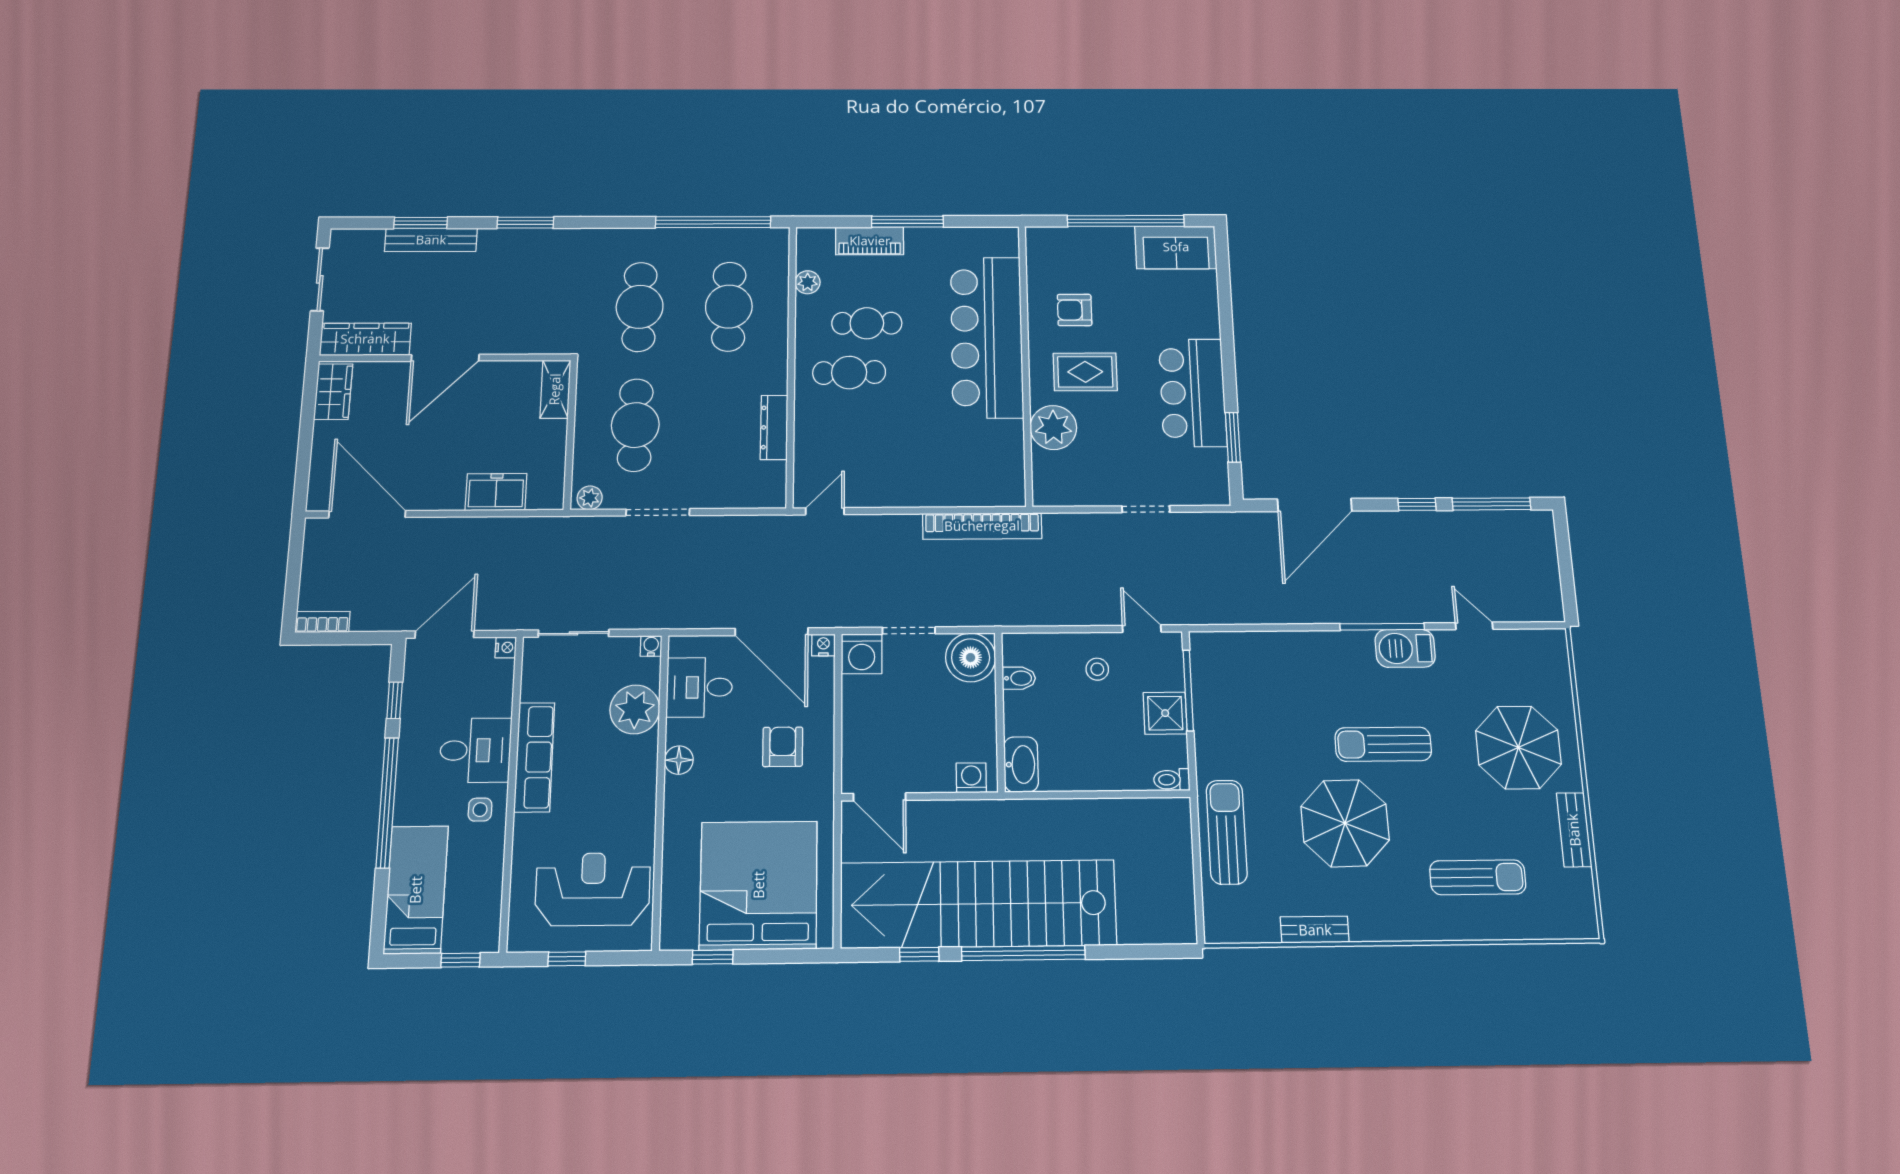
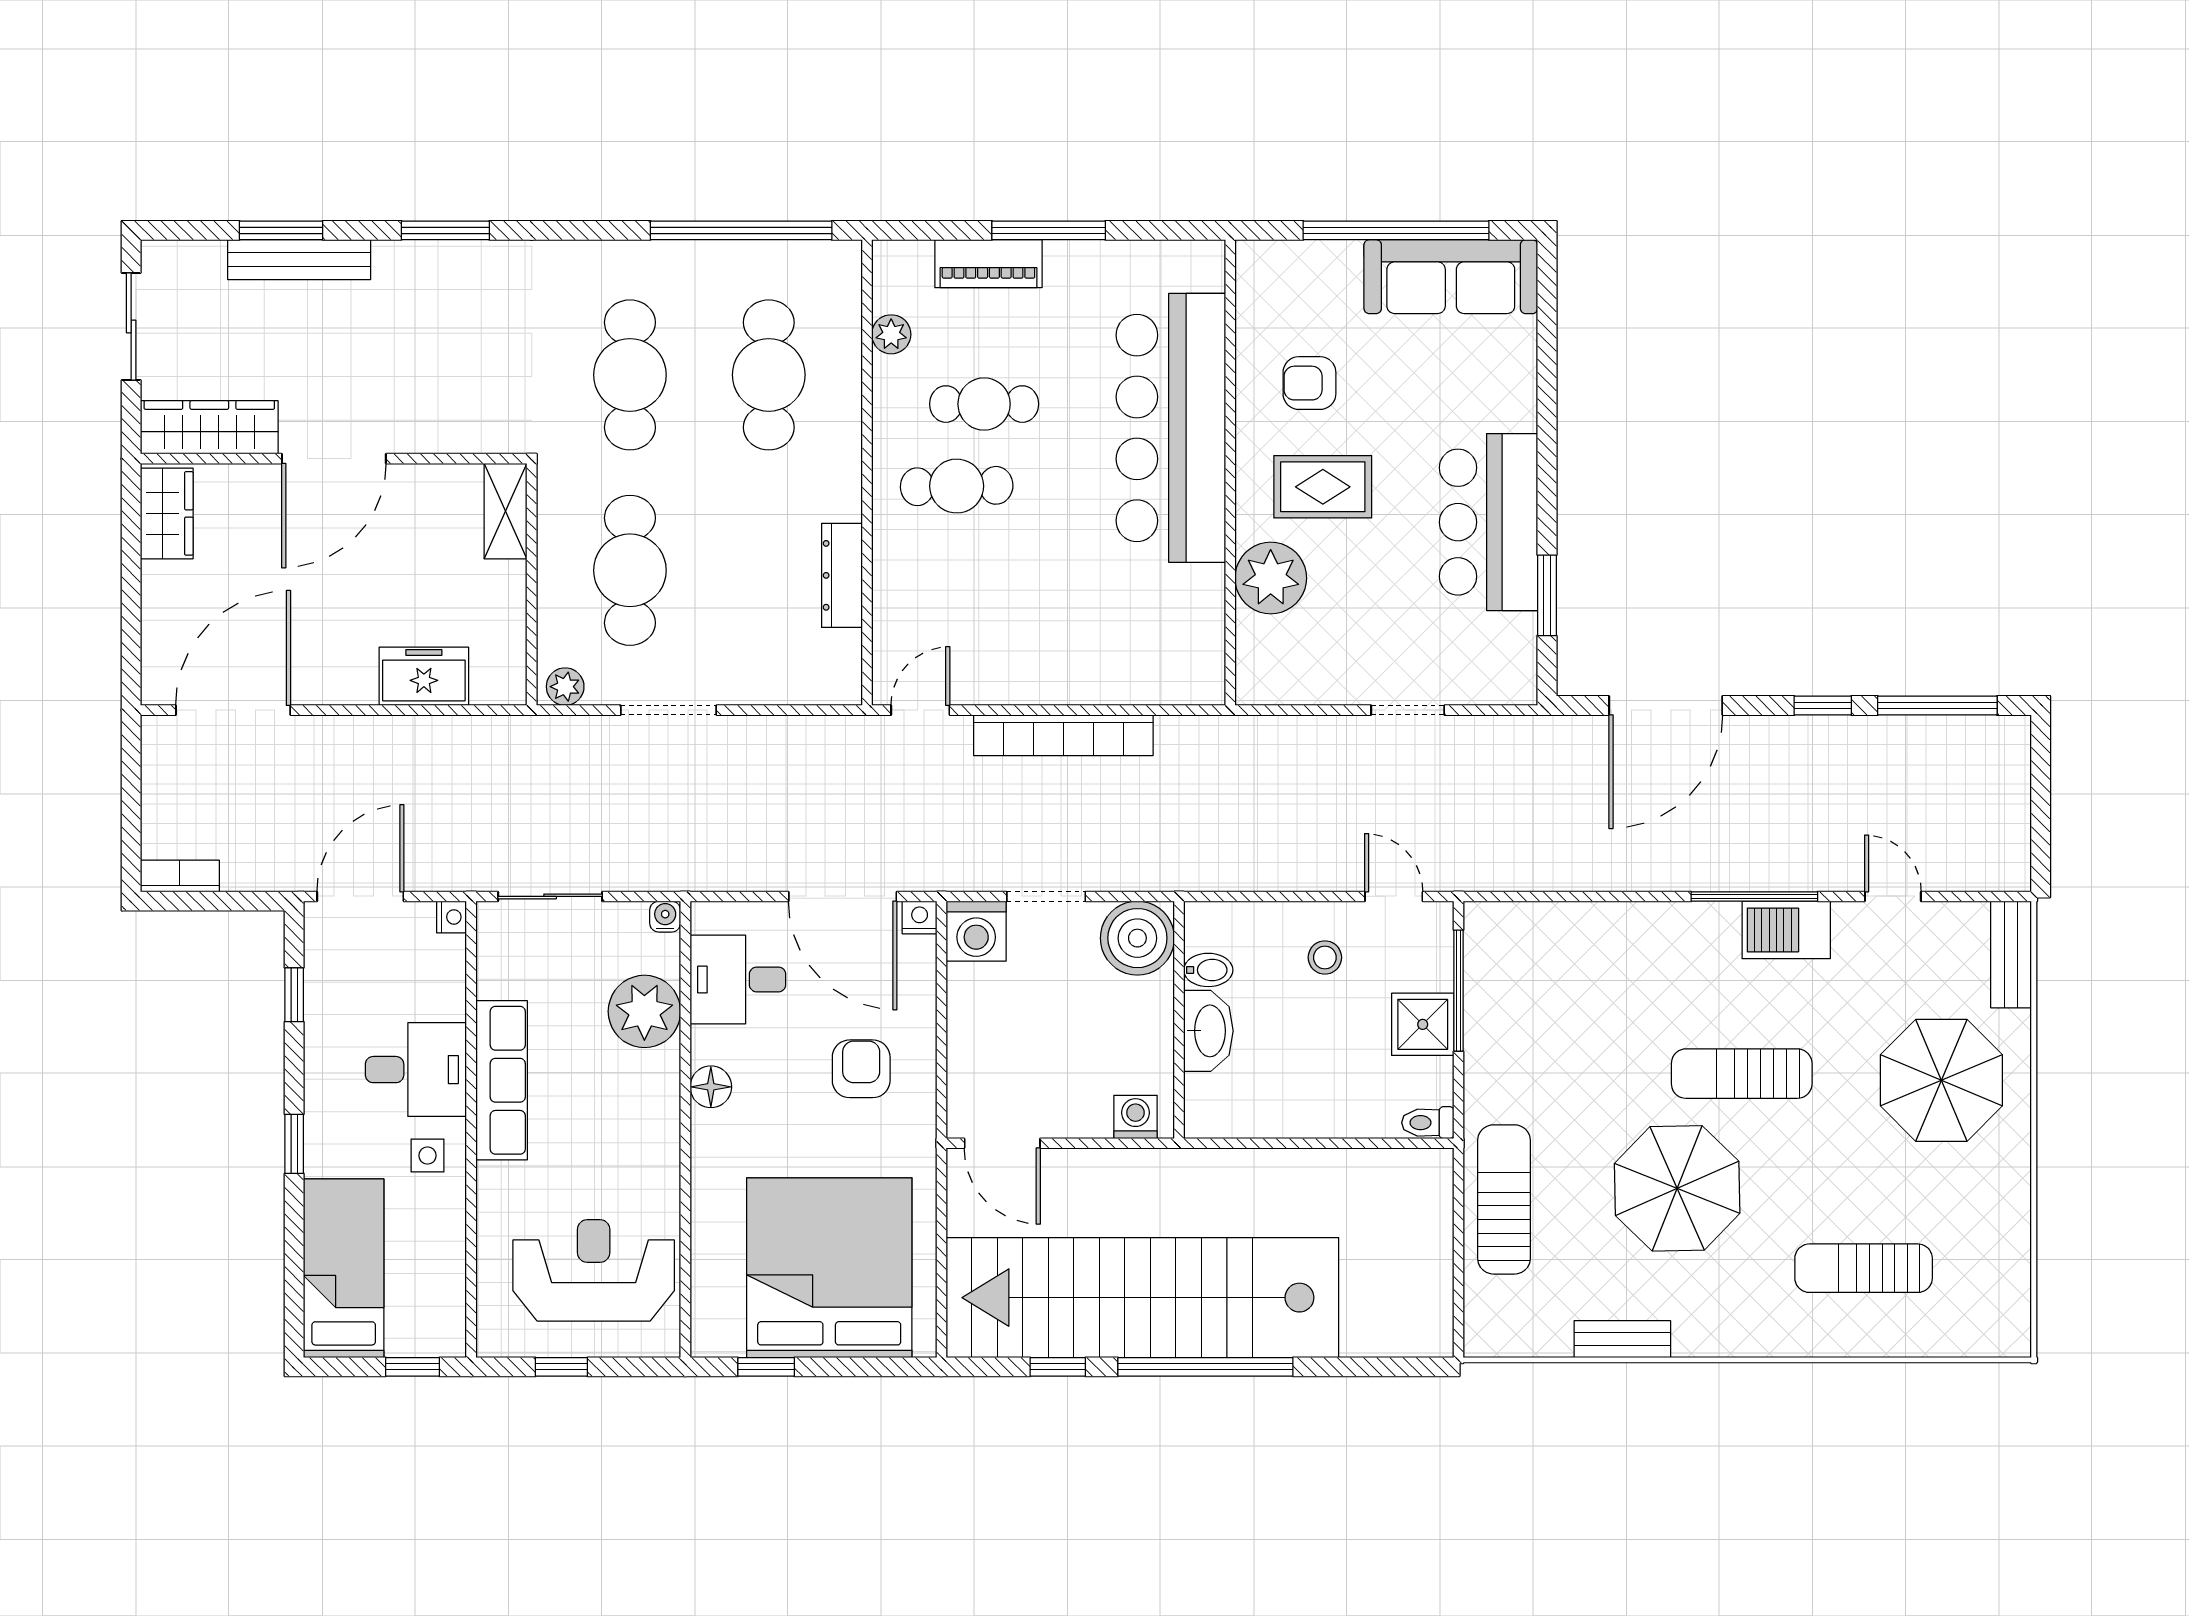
sofa: (1176, 247) -> (1451, 277), width x1.36
door: (367, 514) -> (233, 710), hinge flipped
bookcase: (982, 526) -> (1063, 735), moved
washbasin: (1021, 764) -> (1208, 1031), moved
window: (387, 802) -> (294, 1144), width x0.32
bench: (1574, 830) -> (2011, 954), moved
sun lounger: (1478, 877) -> (1864, 1268), turned 180

